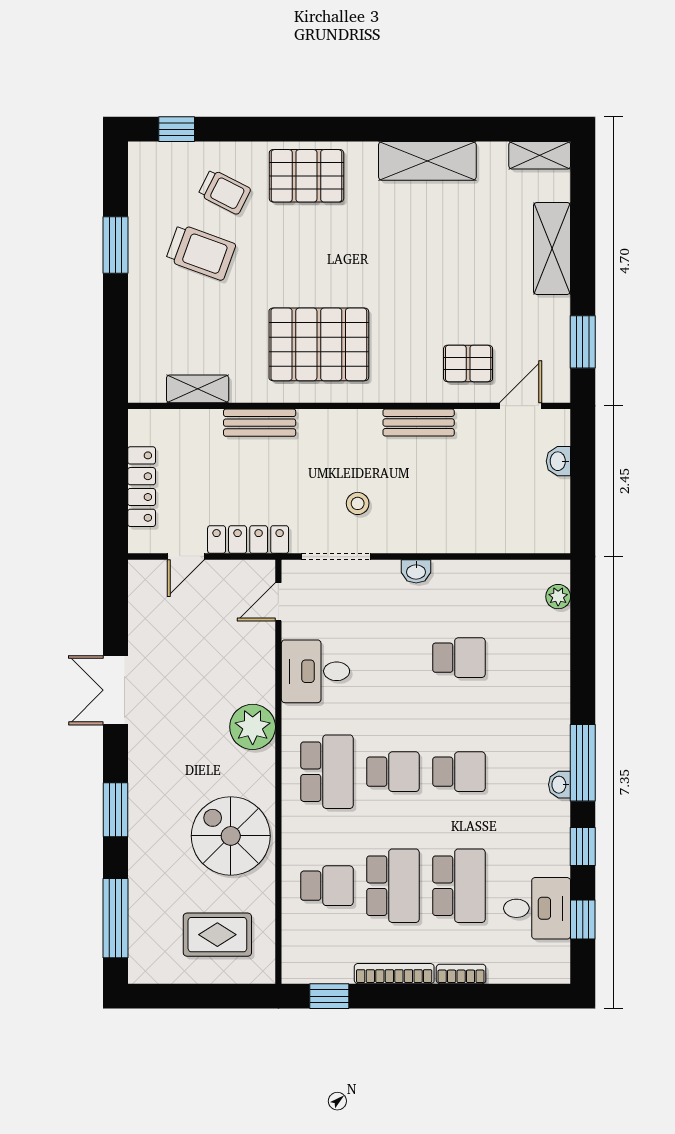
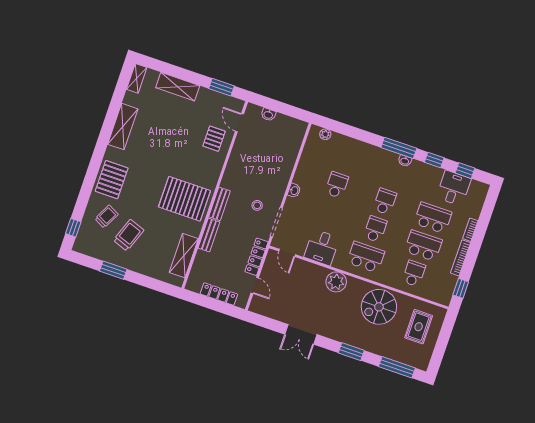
pallet: (319, 344) -> (184, 199), turned 90
shelving: (198, 389) -> (184, 256), width x1.50, depth x1.33
bench: (419, 422) -> (220, 204), moved

